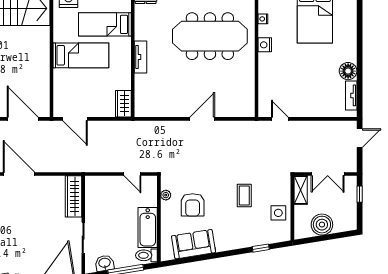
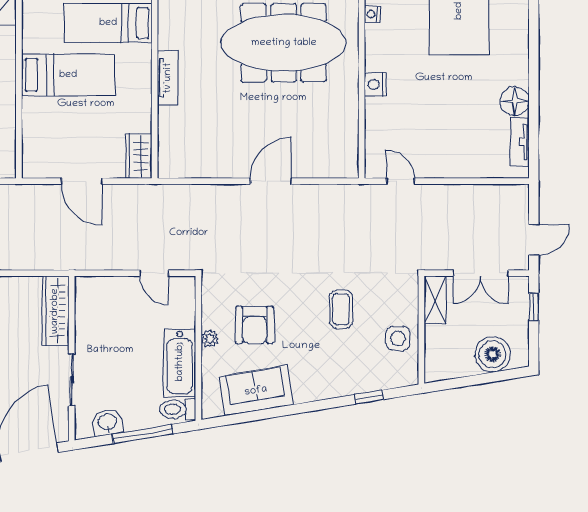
nightstand: (265, 45) -> (375, 85), moved
door: (75, 119) -> (82, 181), moved
door: (360, 138) -> (534, 240), moved
plant: (166, 195) -> (210, 339), moved
boiler: (322, 225) -> (493, 354), moved

